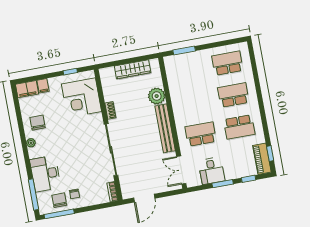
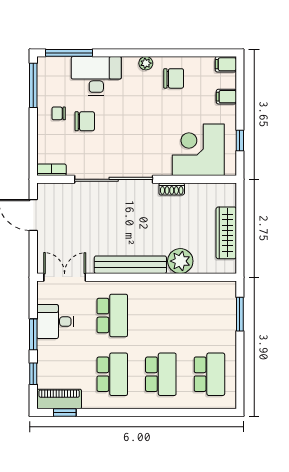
filing cabinet: (27, 89) -> (226, 64), width x0.50
school desk: (239, 127) -> (112, 374), turned 180
chair: (59, 200) -> (85, 121), moved

